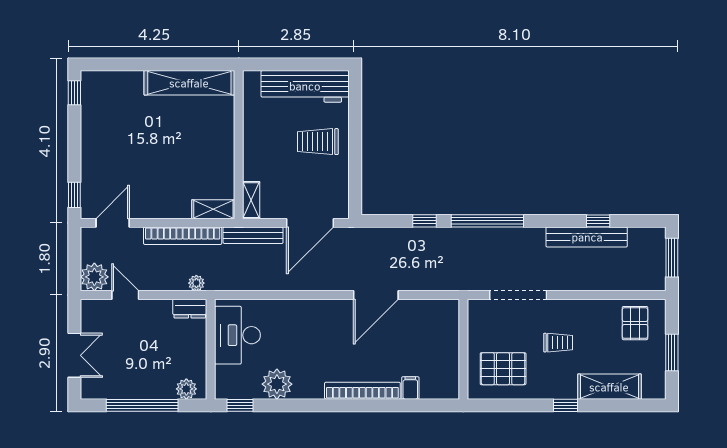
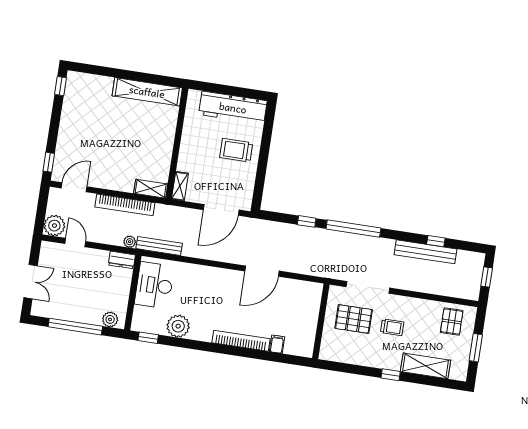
bench: (253, 235) -> (159, 246), moved
window: (672, 258) -> (487, 277), width x0.67
pallet: (503, 369) -> (354, 319), moved

